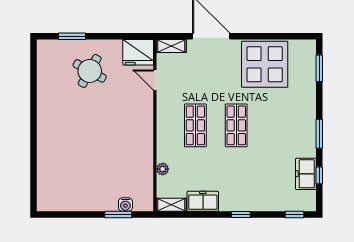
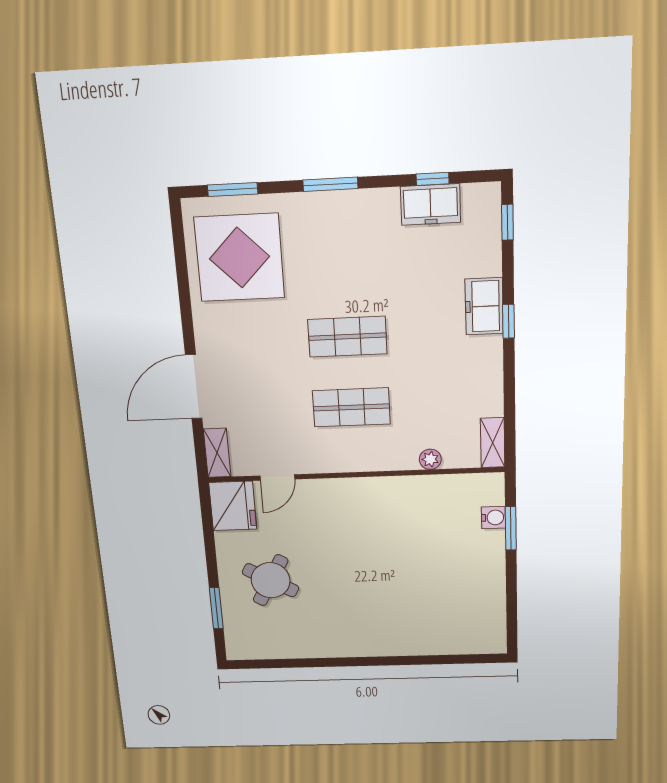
display table: (265, 64) -> (239, 258), moved
window: (319, 134) -> (330, 184), moved
freezer: (203, 201) -> (484, 306), moved

